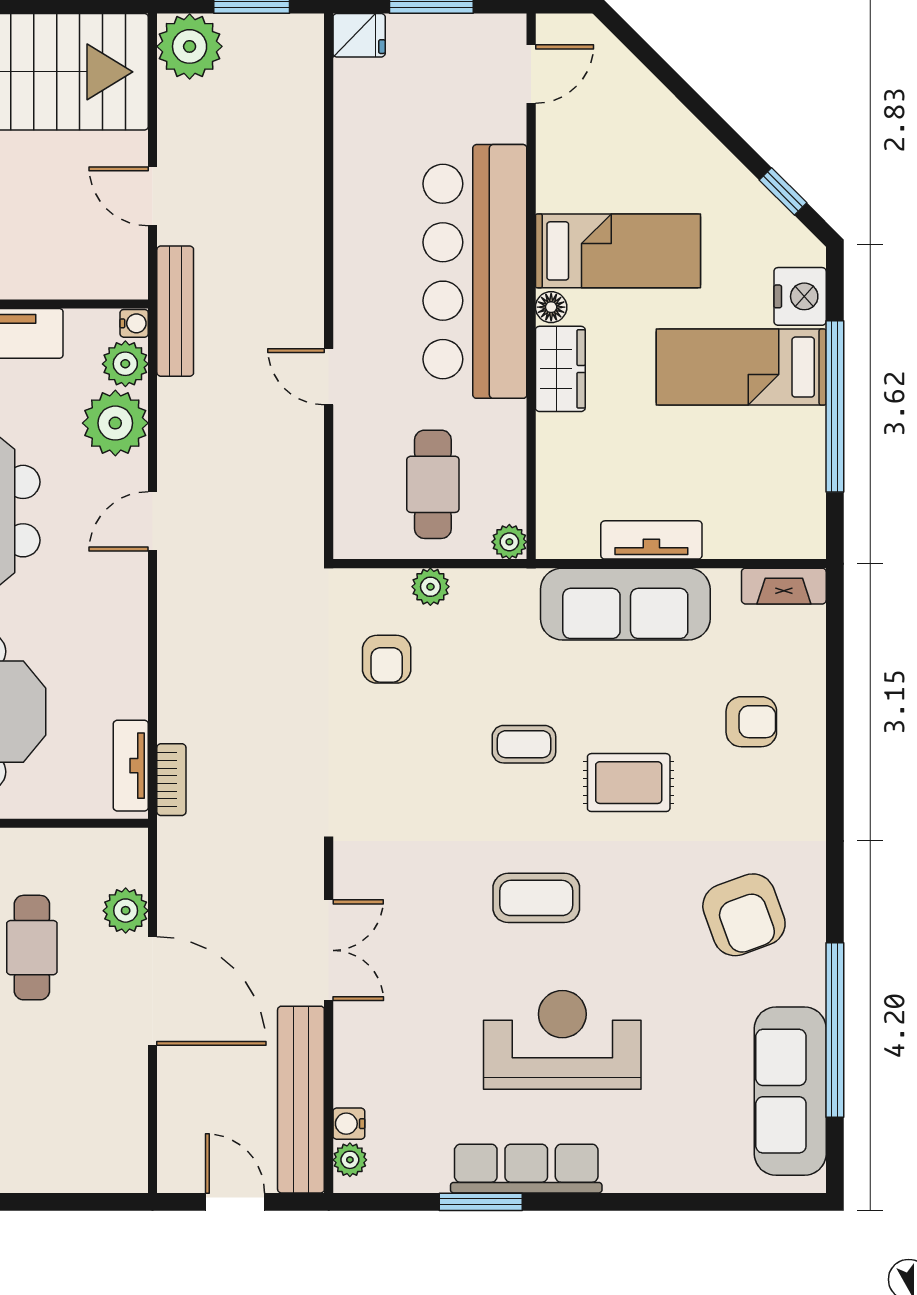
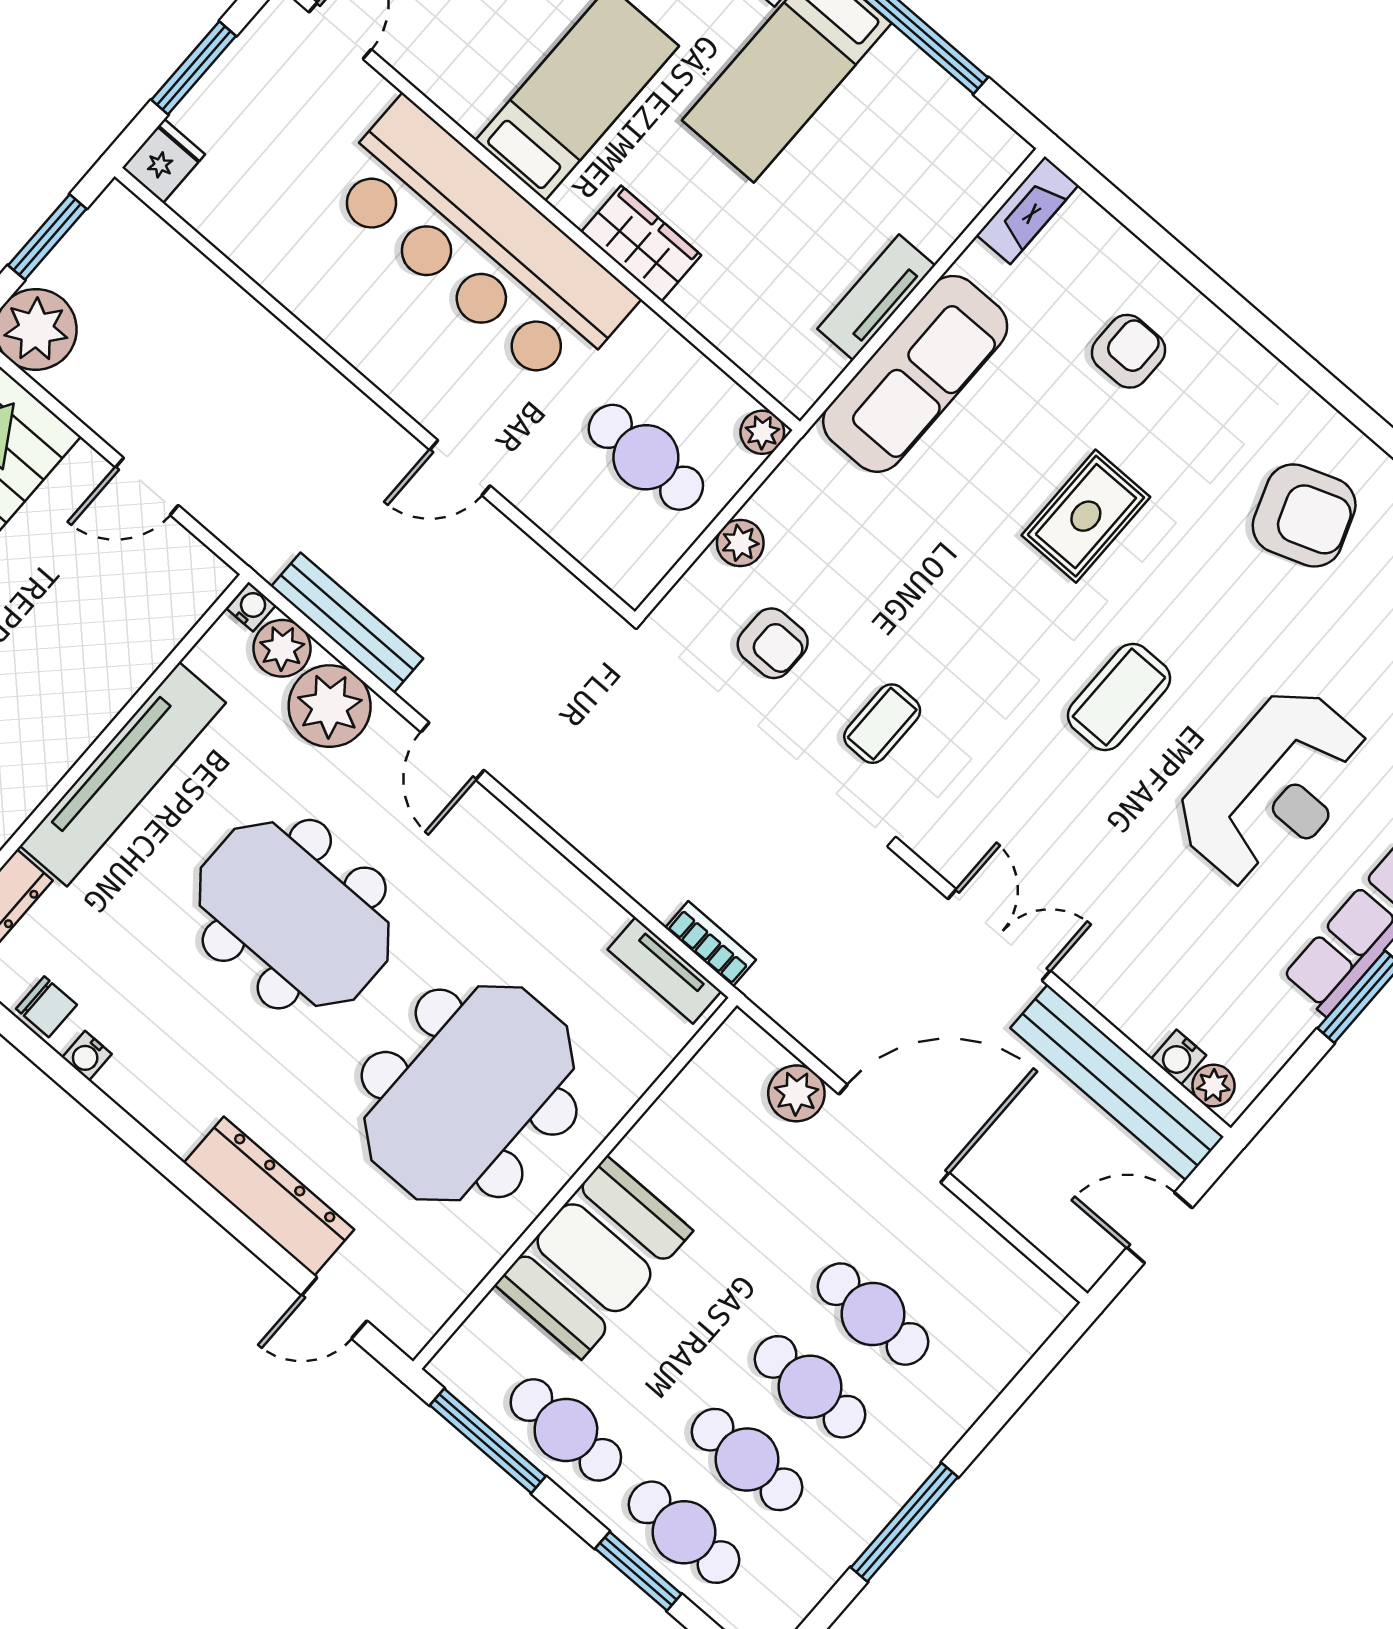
floor lamp: (551, 307) -> (576, 202), removed
bench: (175, 311) -> (347, 623), moved
coffee table: (524, 744) -> (882, 724), moved
cafe table: (32, 948) -> (873, 1314), moved
reception desk: (562, 1040) -> (1274, 788), turned 180

